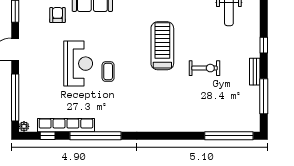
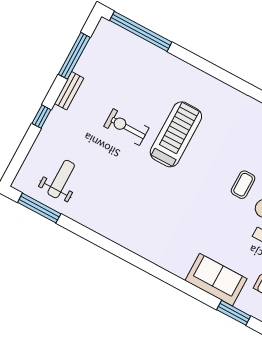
treadmill: (162, 46) -> (176, 134), moved, turned 180

